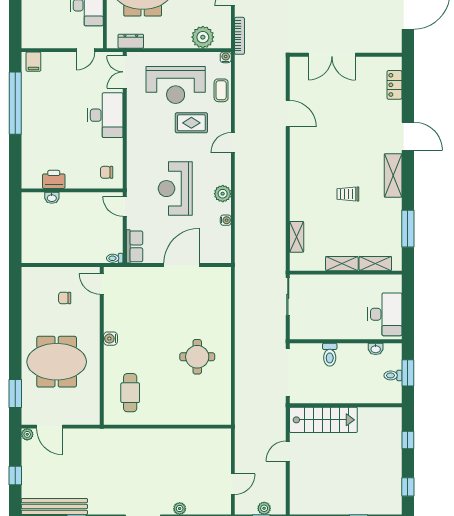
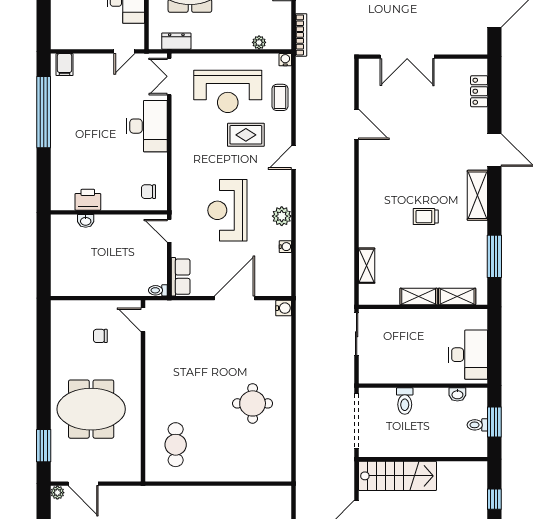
plant: (203, 37) -> (259, 42), width x0.53, depth x0.53
water cooler: (110, 339) -> (284, 308), moved, turned 180

